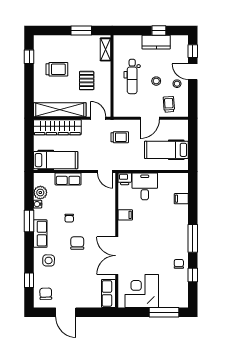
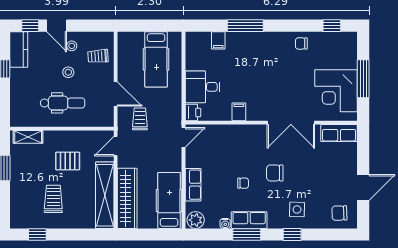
kitchen counter: (156, 42) -> (19, 49), moved
door: (193, 72) -> (57, 26), hinge flipped
door: (150, 118) -> (116, 94), moved
plant: (40, 193) -> (196, 220), moved
row of seats: (40, 234) -> (249, 220), moved
window: (193, 238) -> (245, 26), moved
window: (193, 275) -> (332, 26), moved
window: (29, 280) -> (292, 234), moved
window: (164, 312) -> (363, 79), moved

